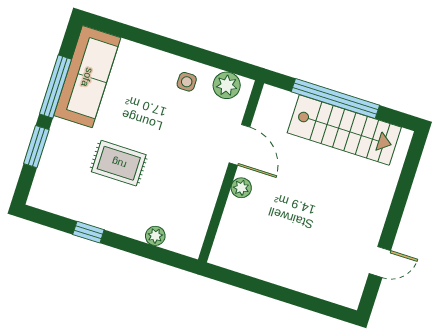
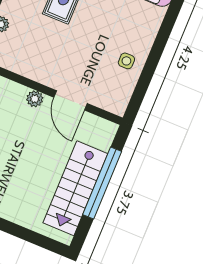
plant: (227, 85) -> (121, 94), removed
door: (239, 145) -> (70, 100), hinge flipped

